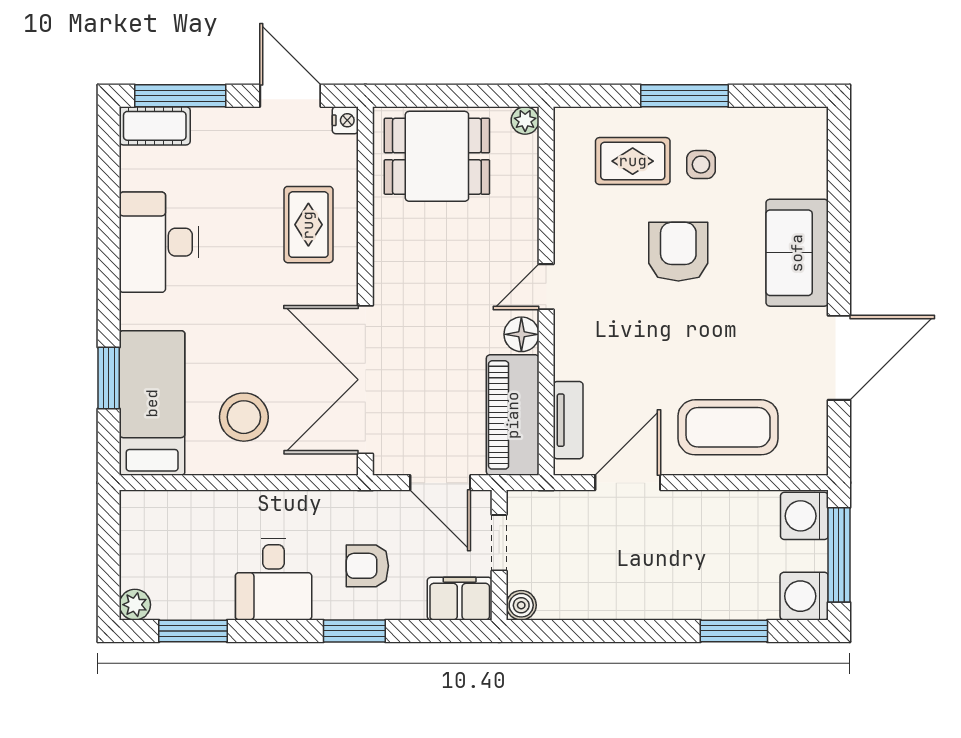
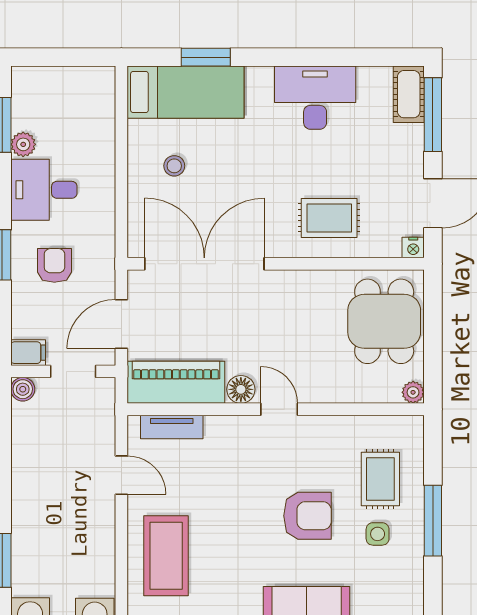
stool: (244, 417) -> (174, 166), width x0.53, depth x0.53
door: (628, 483) -> (121, 475), width x0.73
filing cabinet: (460, 599) -> (28, 353), width x0.50
plant: (135, 605) -> (23, 144), moved

